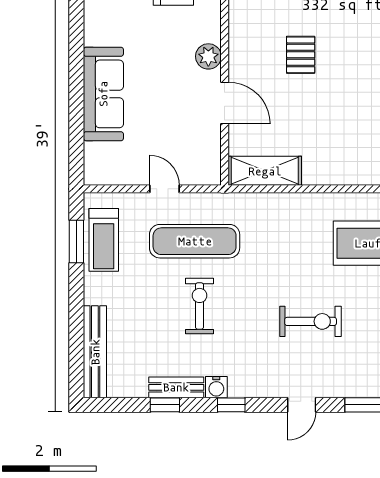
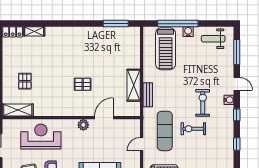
shelving: (265, 171) -> (134, 85), moved
exercise bike: (311, 321) -> (203, 103), moved
bench: (176, 387) -> (148, 95), moved
water cooler: (216, 387) -> (229, 100), moved

